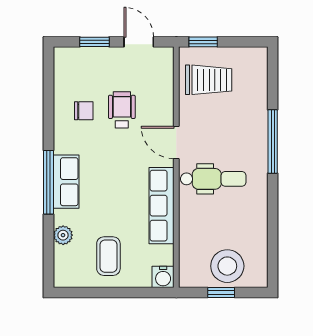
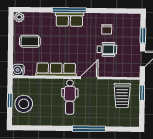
plant: (63, 235) -> (19, 17), moved

